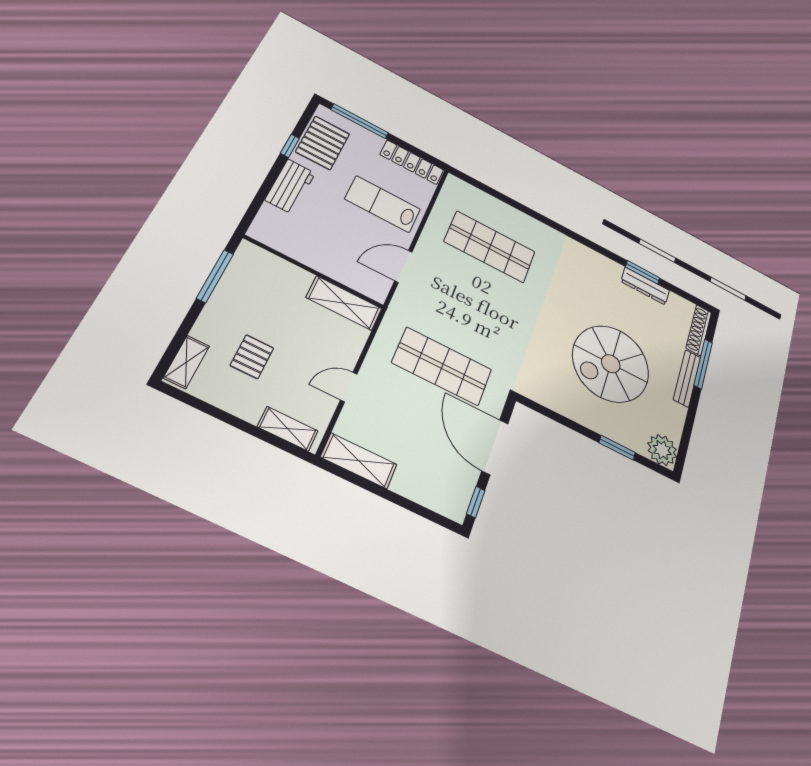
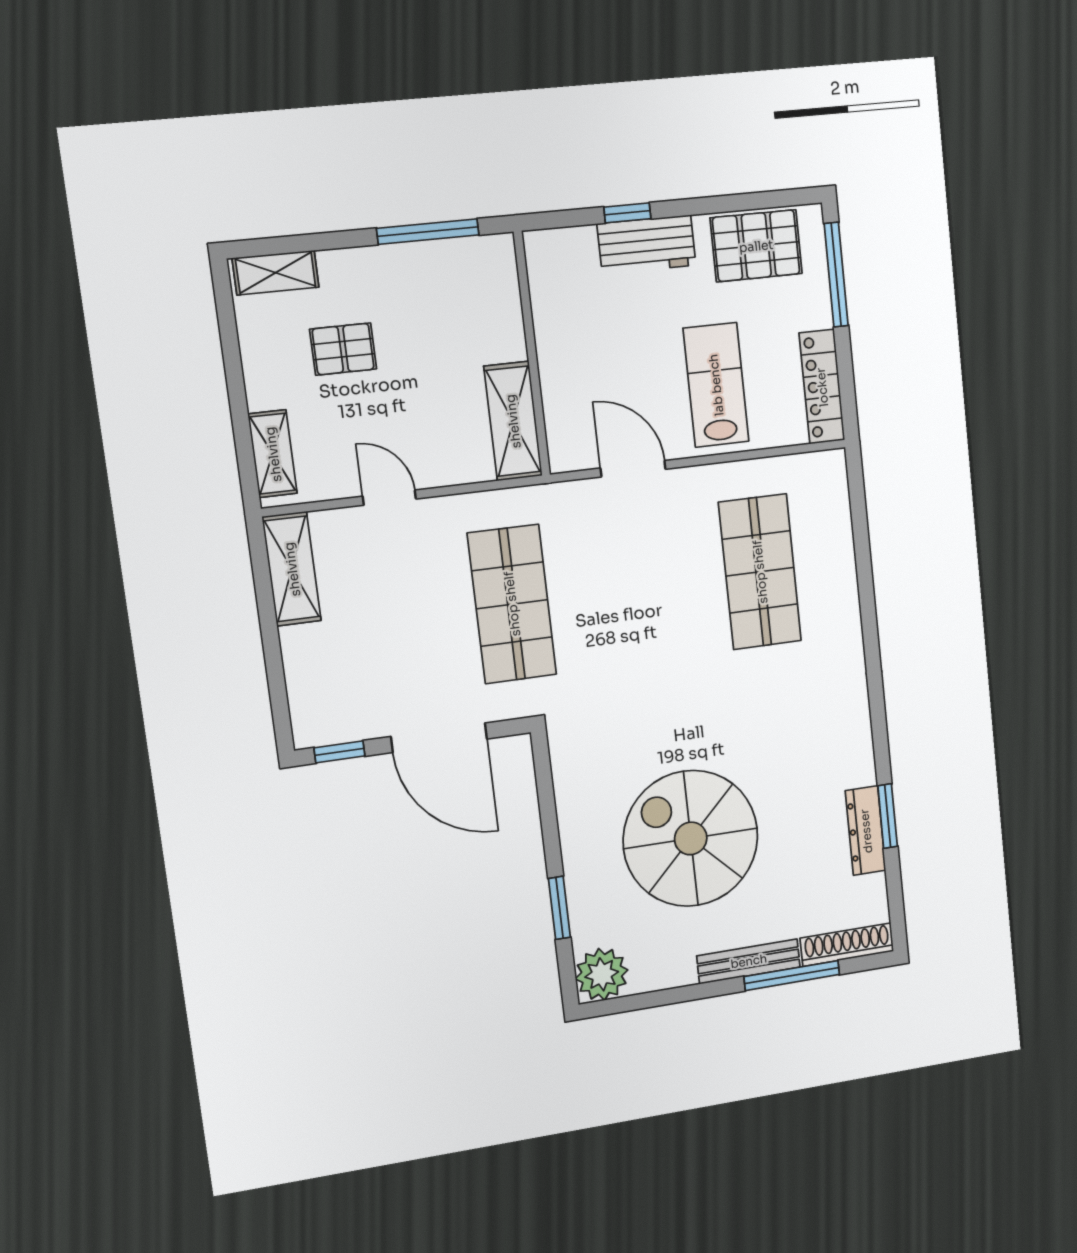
window: (290, 146) -> (627, 213), moved
door: (495, 447) -> (439, 738), swing flipped

